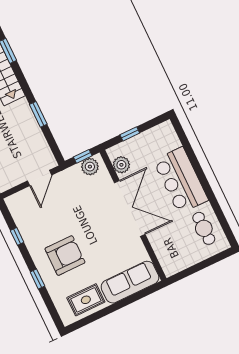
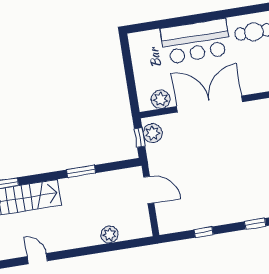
window: (130, 134) -> (130, 81), removed
armchair: (65, 256) -> (239, 187), removed

